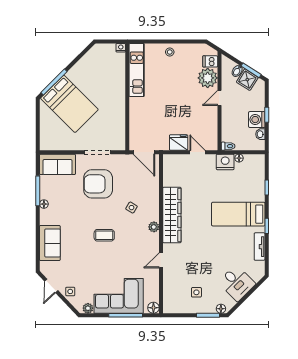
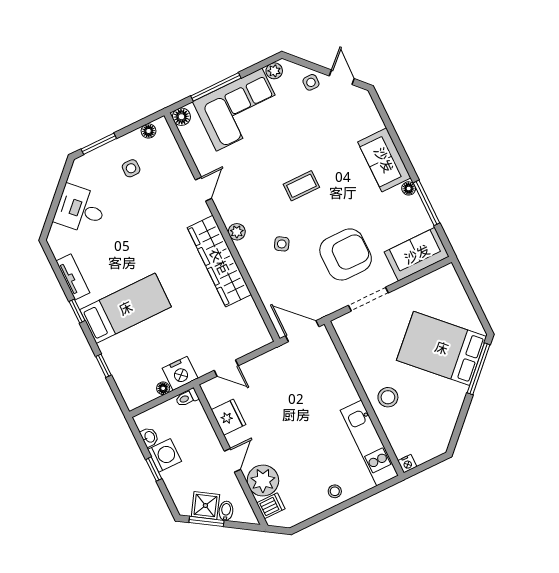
stool: (113, 91) -> (388, 397), added
fridge: (179, 143) -> (229, 417), moved, turned -90
sofa: (50, 243) -> (384, 160), moved
floor lamp: (221, 309) -> (149, 131), moved

